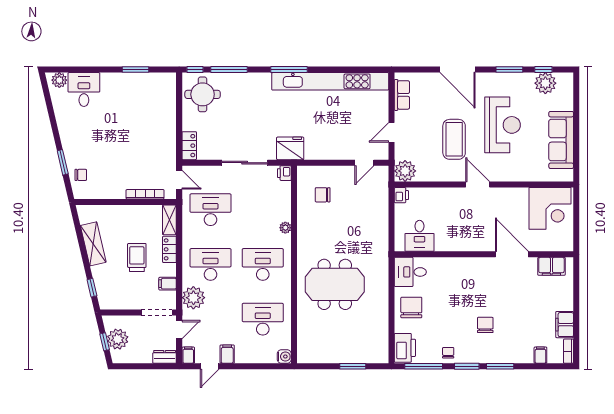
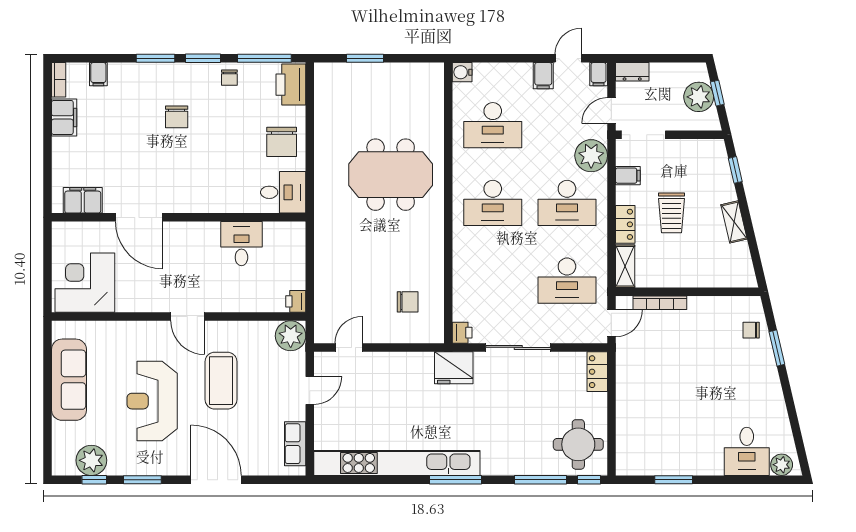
door: (179, 180) -> (611, 323), swing flipped
plant: (285, 228) -> (461, 255), removed
desk: (419, 236) -> (241, 244), moved
shelving: (93, 244) -> (734, 222), width x0.67, depth x0.75

